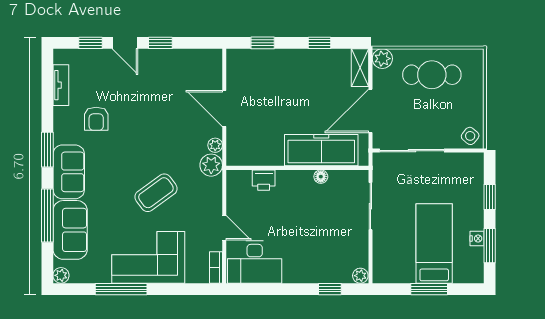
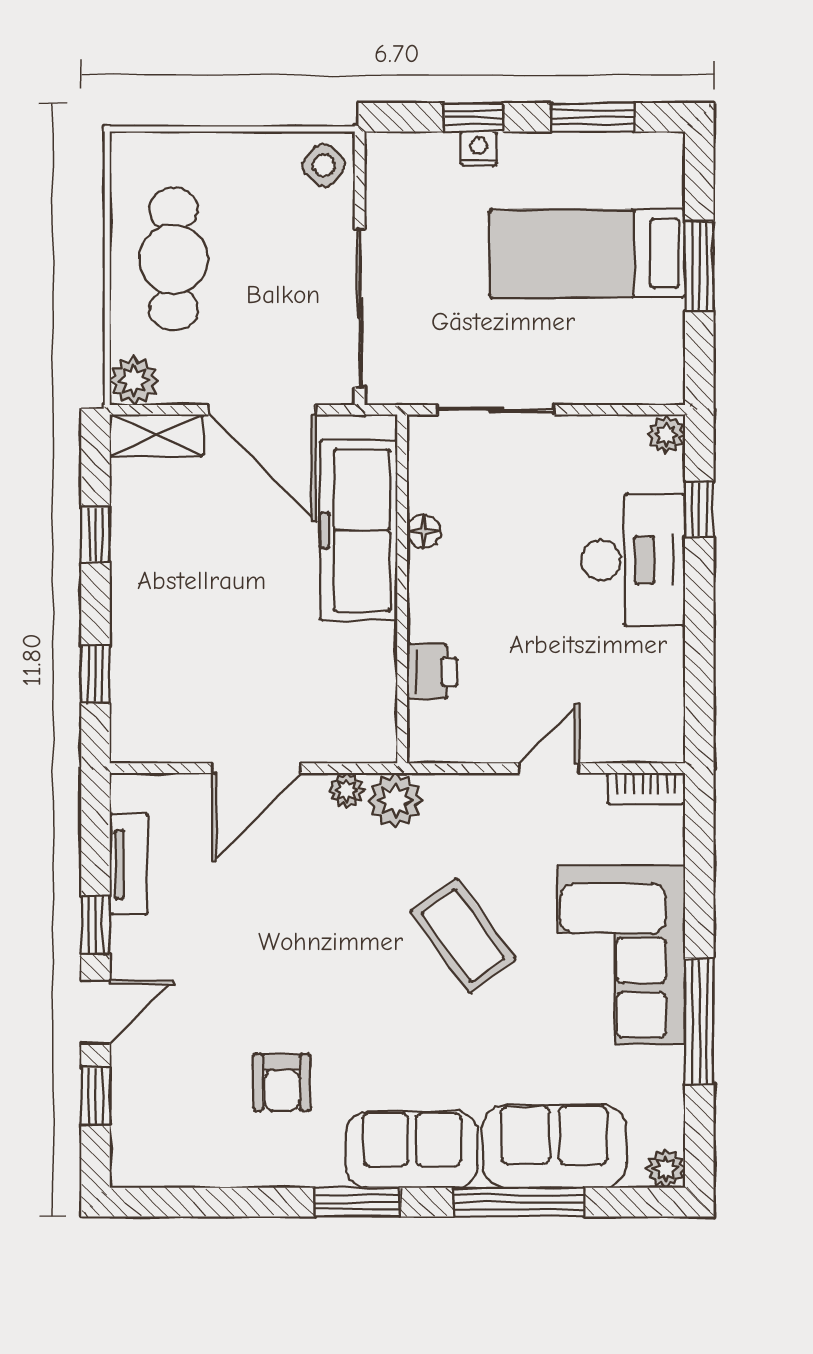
tv unit: (61, 85) -> (129, 864), moved, turned 90
armchair: (96, 119) -> (282, 1082), turned 90
nightstand: (477, 239) -> (479, 148), moved
desk: (255, 262) -> (633, 560), moved

